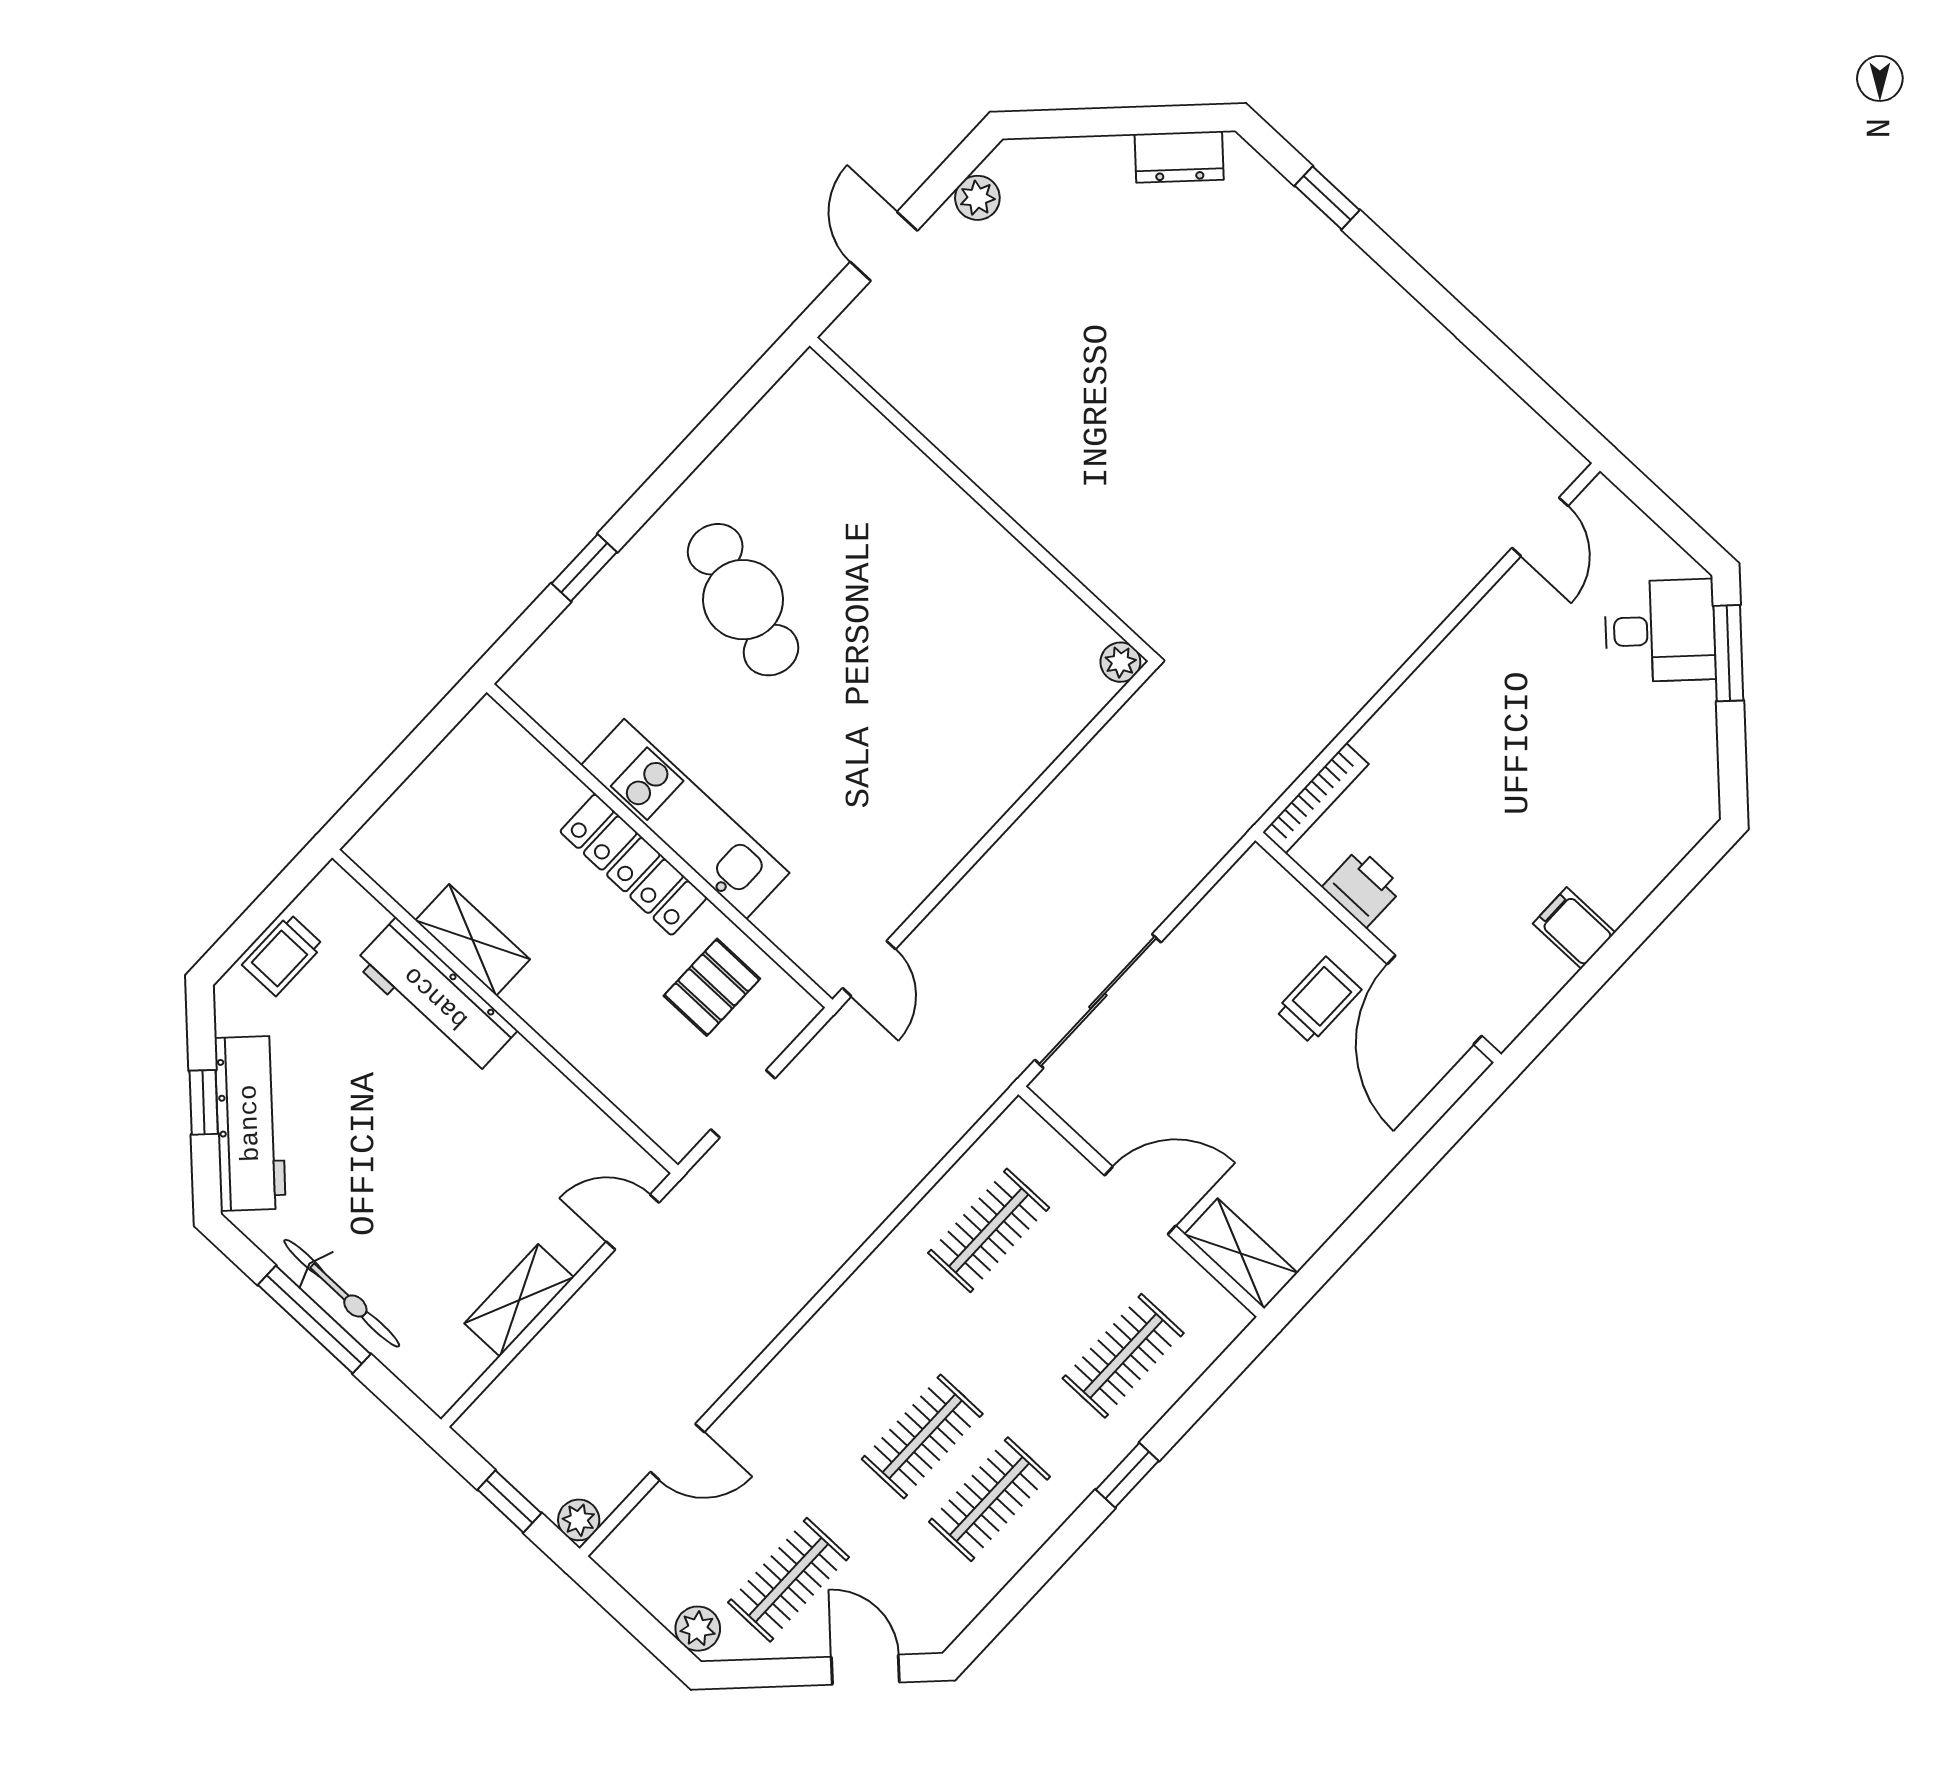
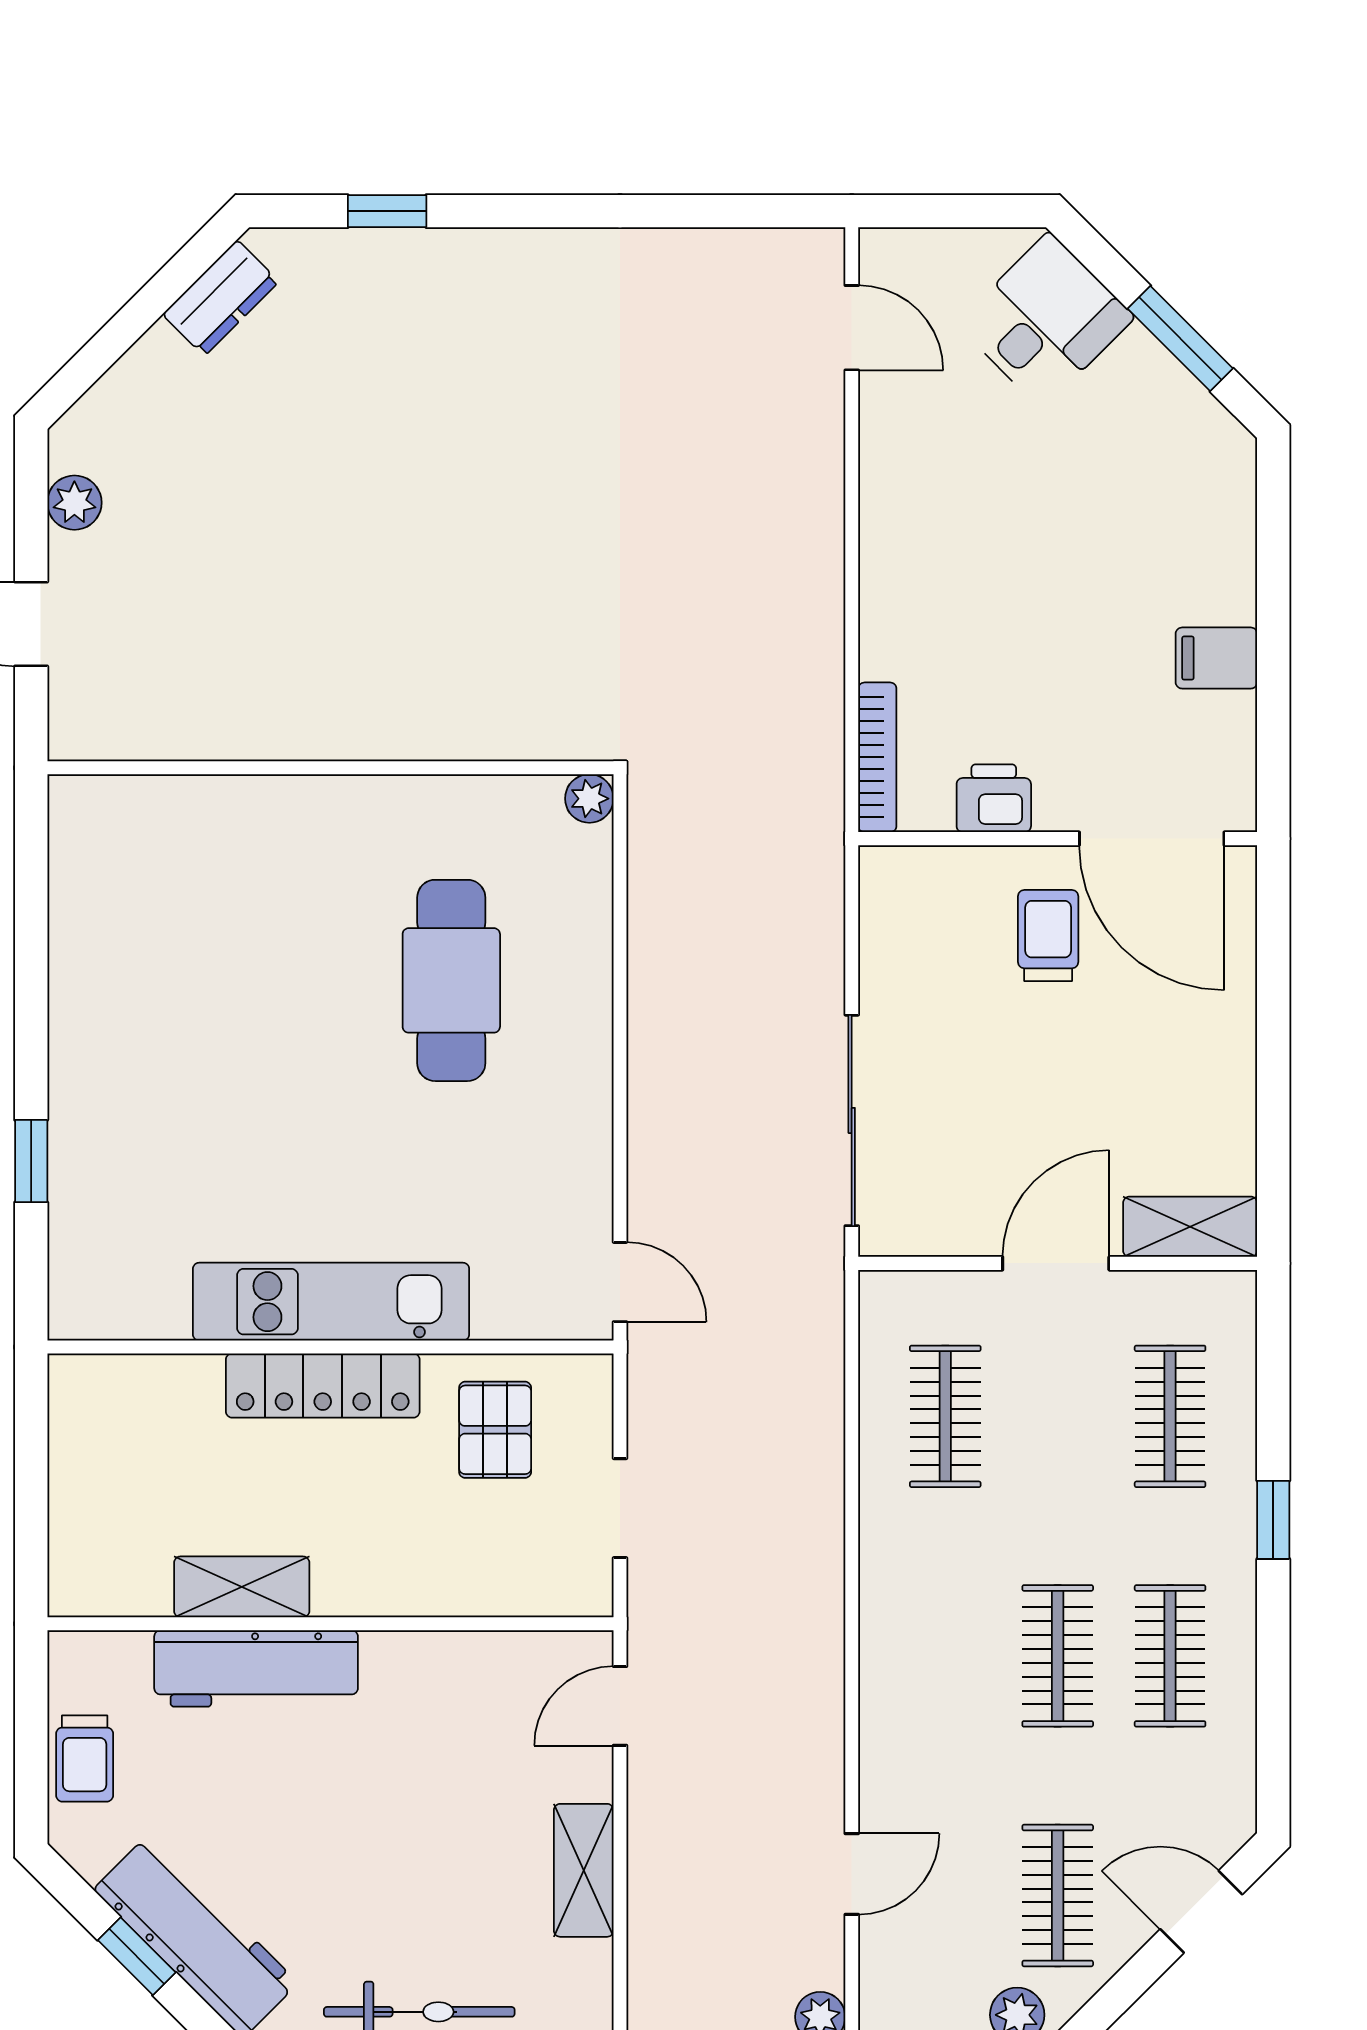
cafe table: (743, 600) -> (451, 980), moved, turned 72
window: (1728, 653) -> (1180, 339), moved

